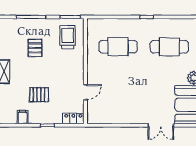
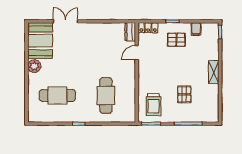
cafe table: (118, 47) -> (106, 95), turned 90
pallet: (39, 95) -> (176, 40), moved
dresser: (92, 114) -> (130, 32), added

